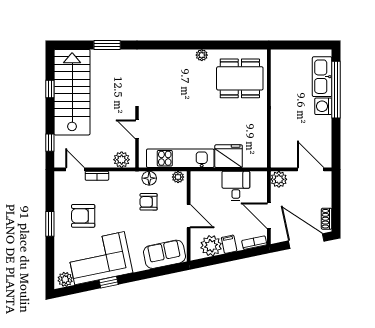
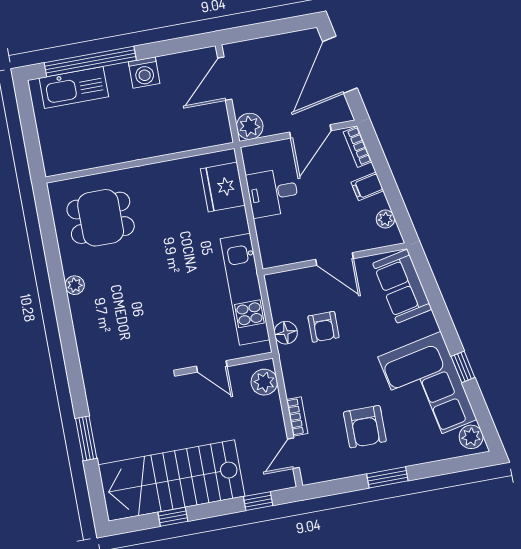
dining table: (240, 78) -> (101, 218), width x0.73
washing machine: (323, 106) -> (144, 73), moved
door: (137, 129) -> (212, 366), hinge flipped
fridge: (229, 156) -> (223, 187), moved
plant: (178, 177) -> (275, 287), removed
door: (189, 216) -> (335, 259), swing flipped
shoe rack: (327, 219) -> (298, 39), removed
plant: (211, 246) -> (385, 219), width x0.53, depth x0.53

